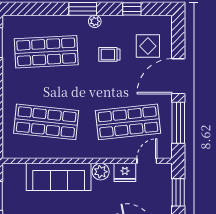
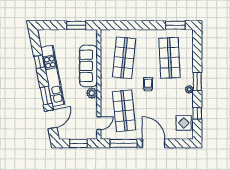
display table: (148, 46) -> (184, 123), moved
trolley: (109, 54) -> (148, 84), moved
door: (147, 161) -> (99, 123), hinge flipped
fridge: (125, 172) -> (91, 109), removed

